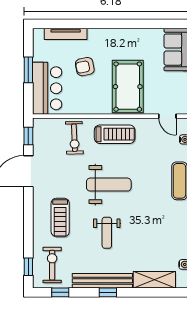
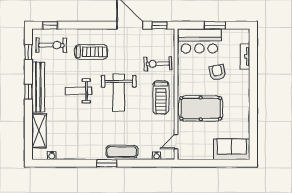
tv unit: (66, 34) -> (245, 56), width x0.71
treadmill: (60, 217) -> (91, 52), turned 180

